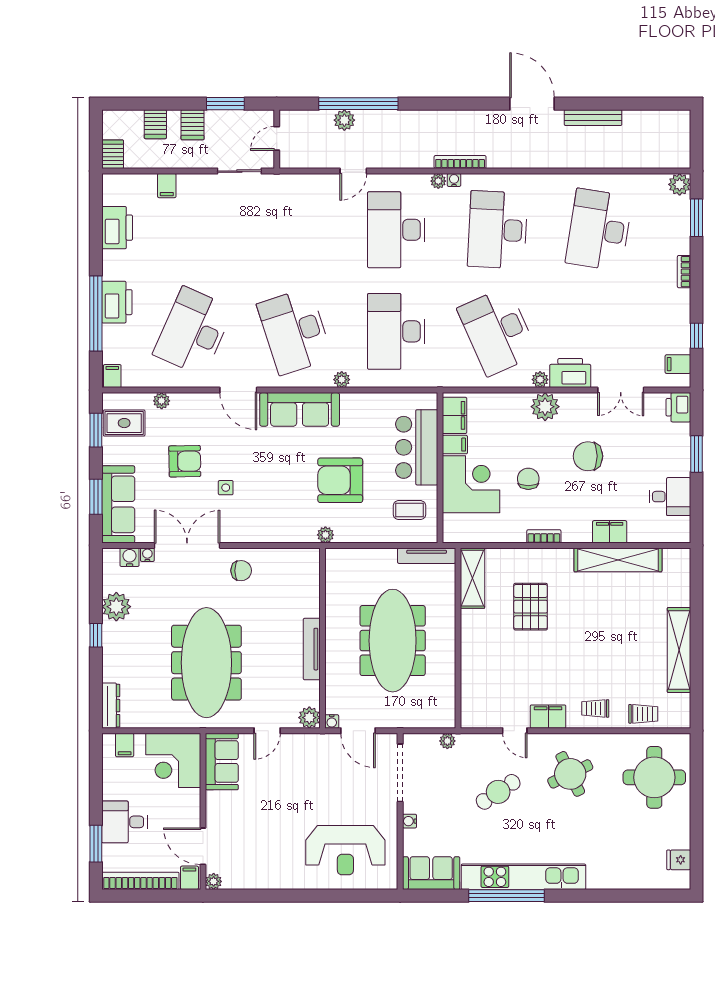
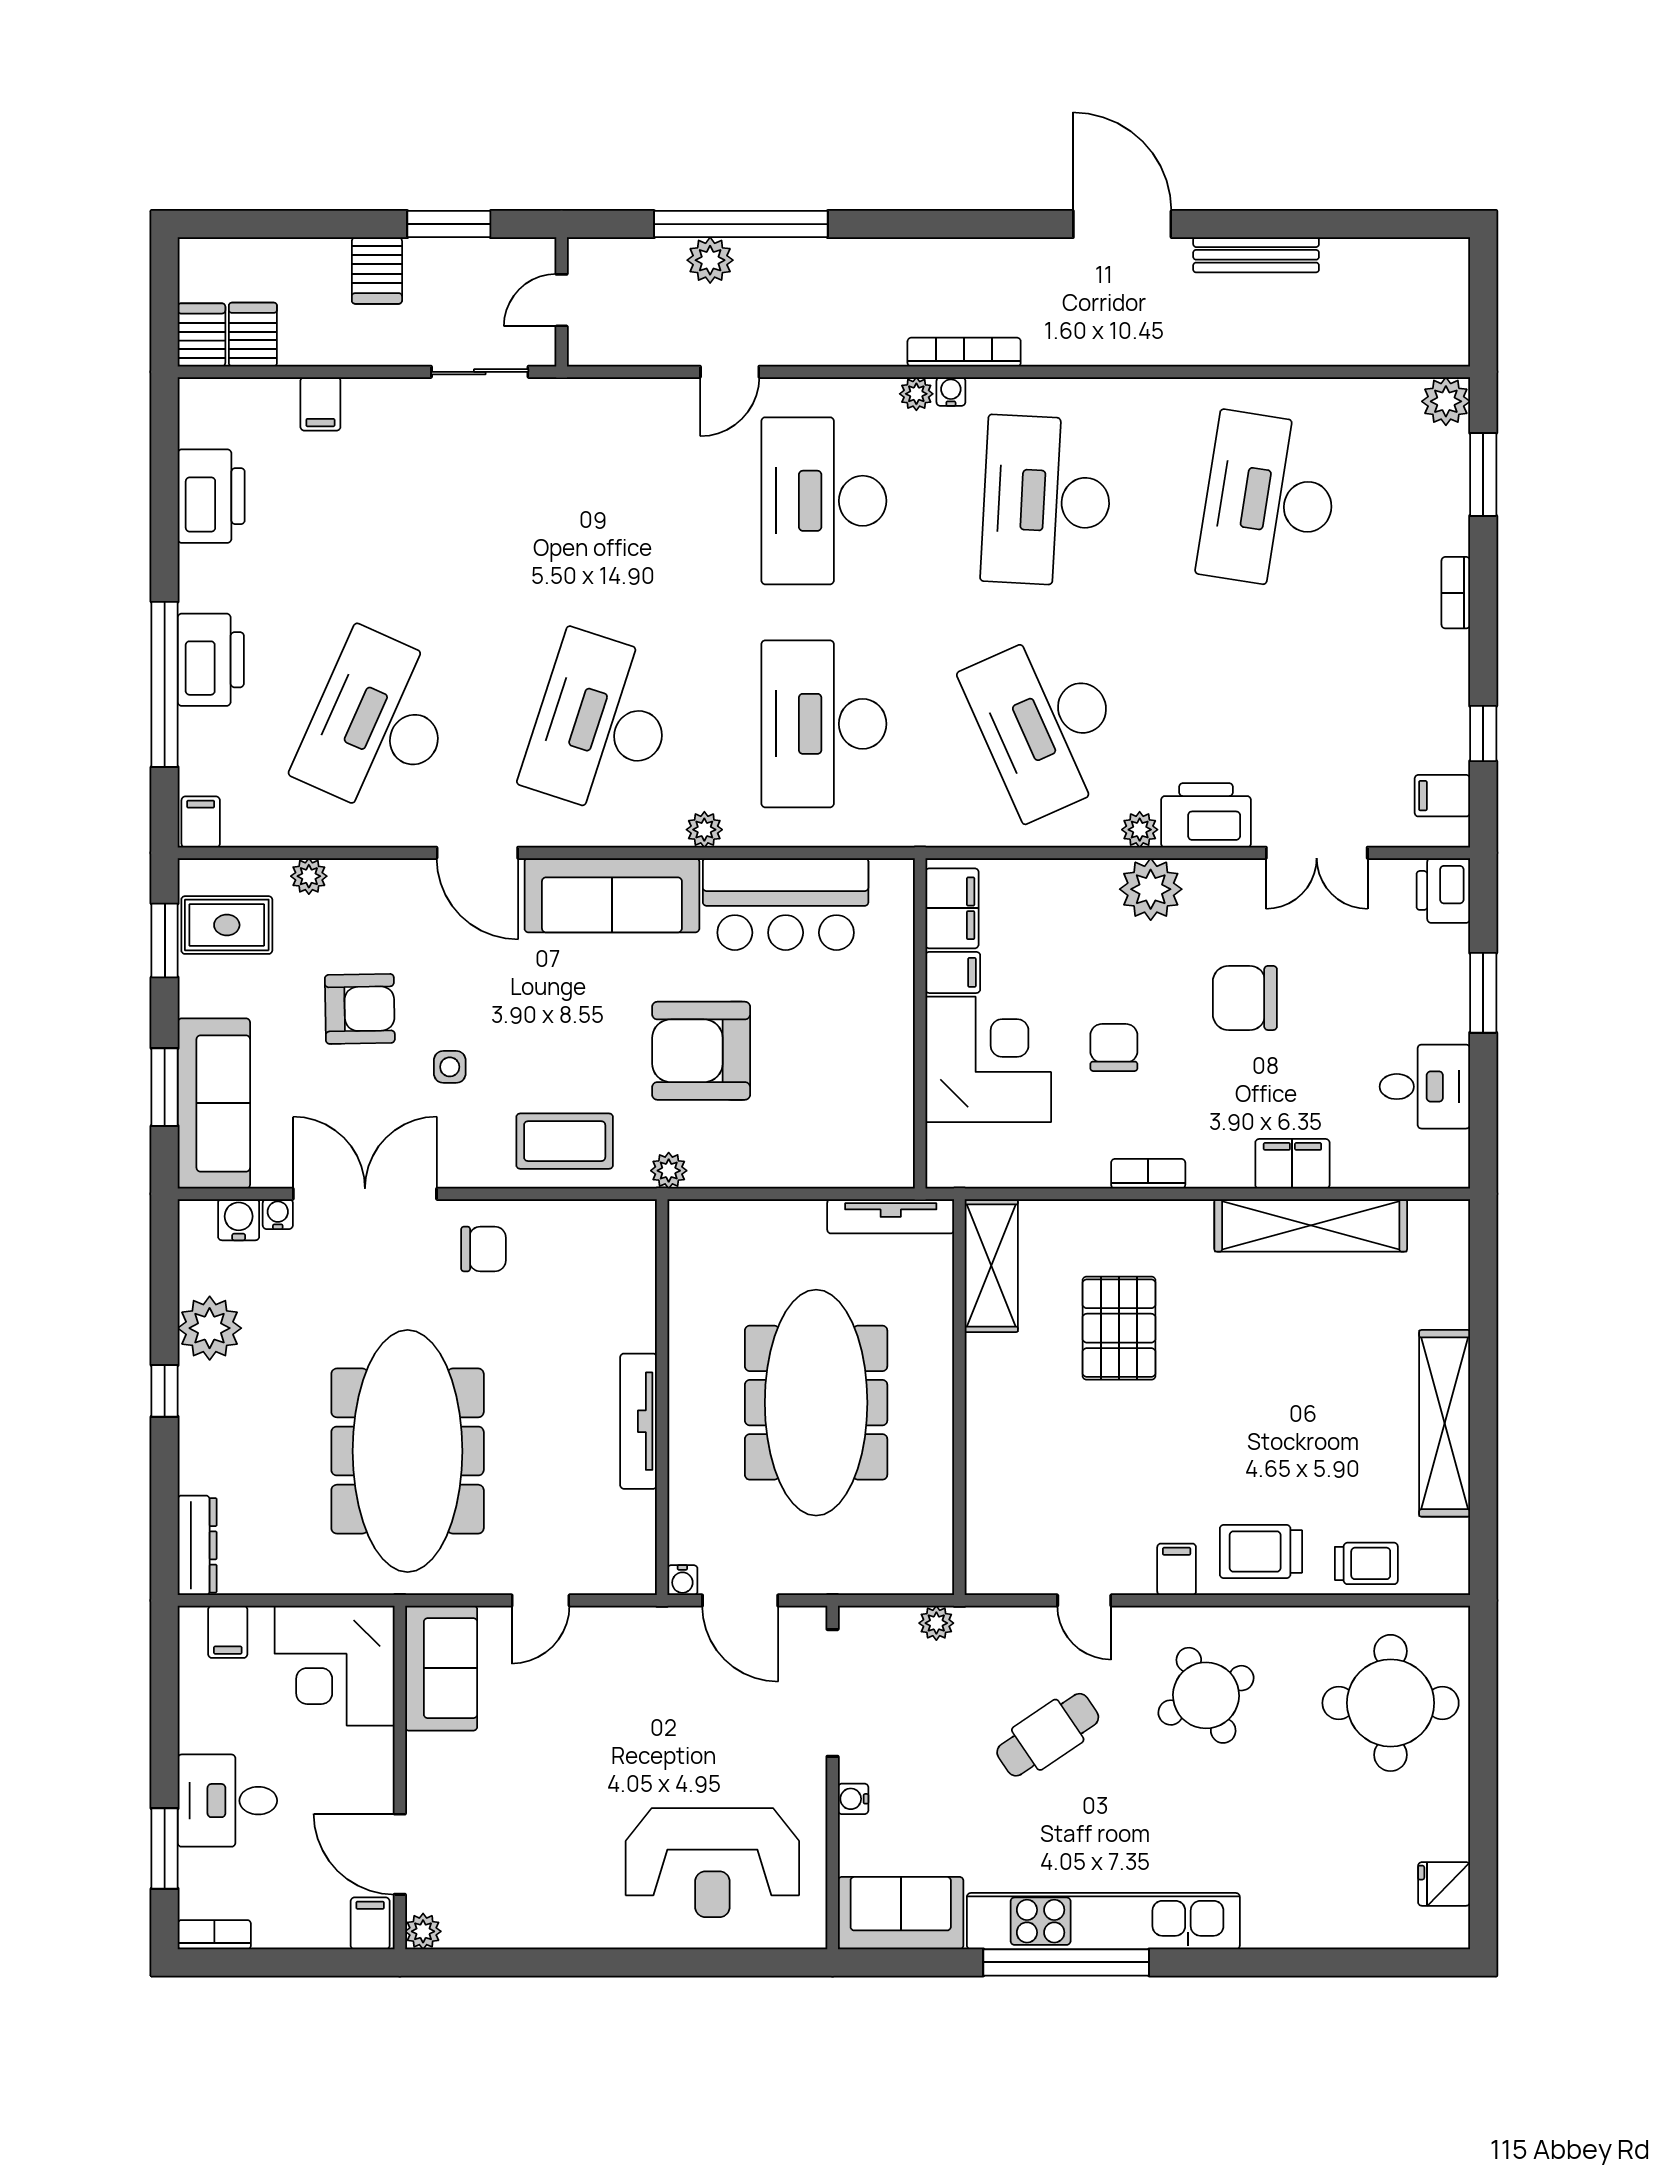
server rack: (155, 124) -> (253, 335), moved, turned 180
desk: (295, 331) -> (601, 724), turned 36
bar counter: (417, 447) -> (786, 904), moved, turned -90
coffee table: (409, 510) -> (565, 1141), moved, width x1.36, depth x1.30
trolley: (595, 708) -> (1261, 1552), width x1.36, depth x1.39
filing cabinet: (548, 717) -> (1177, 1569), width x0.50
plant: (309, 718) -> (633, 1572), removed
bookcase: (140, 881) -> (214, 1935), width x0.43, depth x0.76

